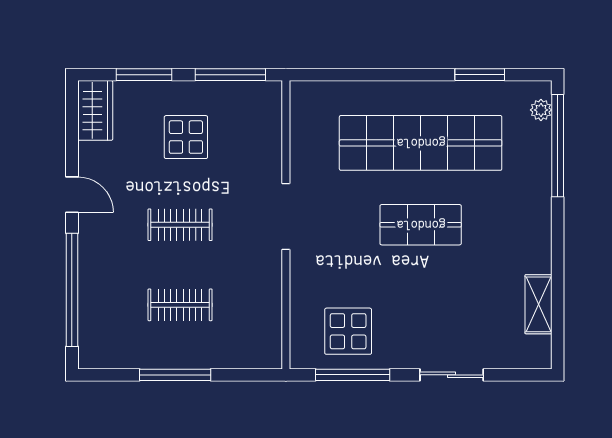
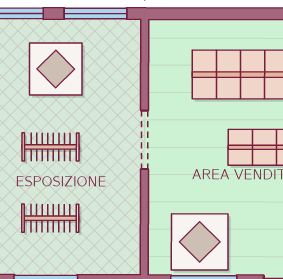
display table: (186, 137) -> (56, 69), width x1.36, depth x1.36
display table: (348, 331) -> (200, 242), width x1.36, depth x1.36

